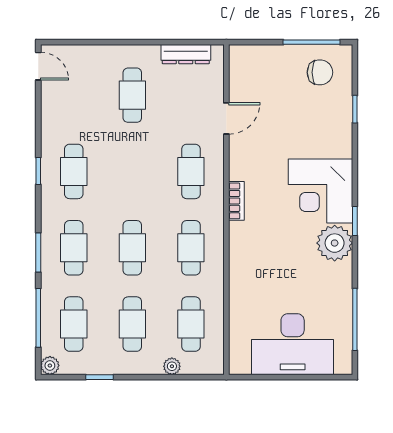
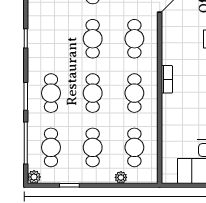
cafe table: (74, 171) -> (93, 39), moved
bookcase: (236, 201) -> (167, 79), moved

